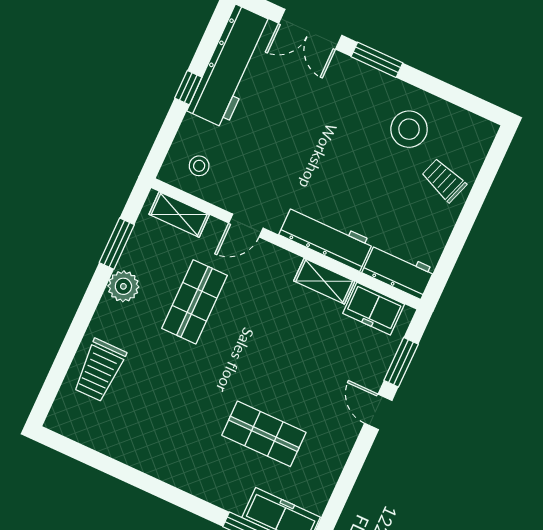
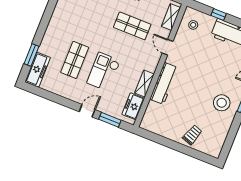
window: (188, 88) -> (219, 15), moved
stool: (409, 129) -> (222, 103), moved
workbench: (398, 271) -> (151, 116), removed
checkout: (293, 371) -> (104, 72), added

